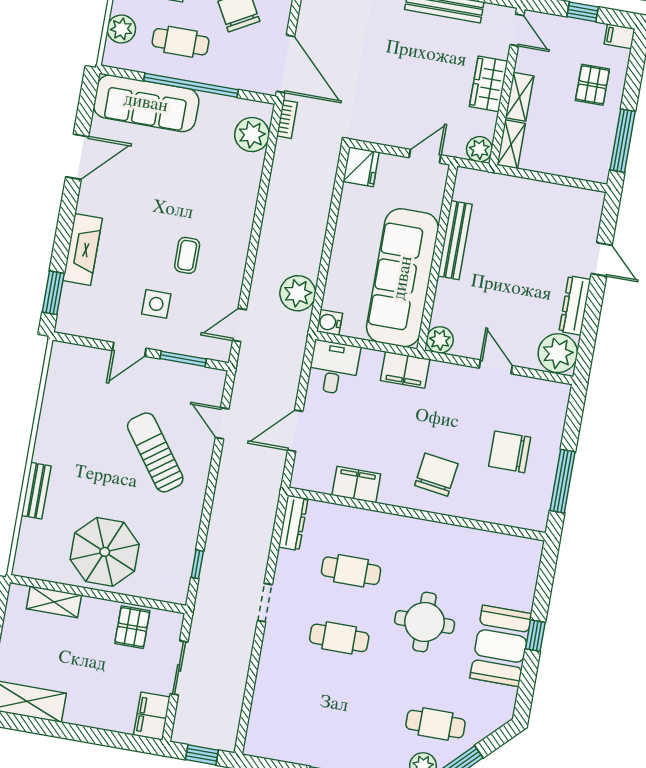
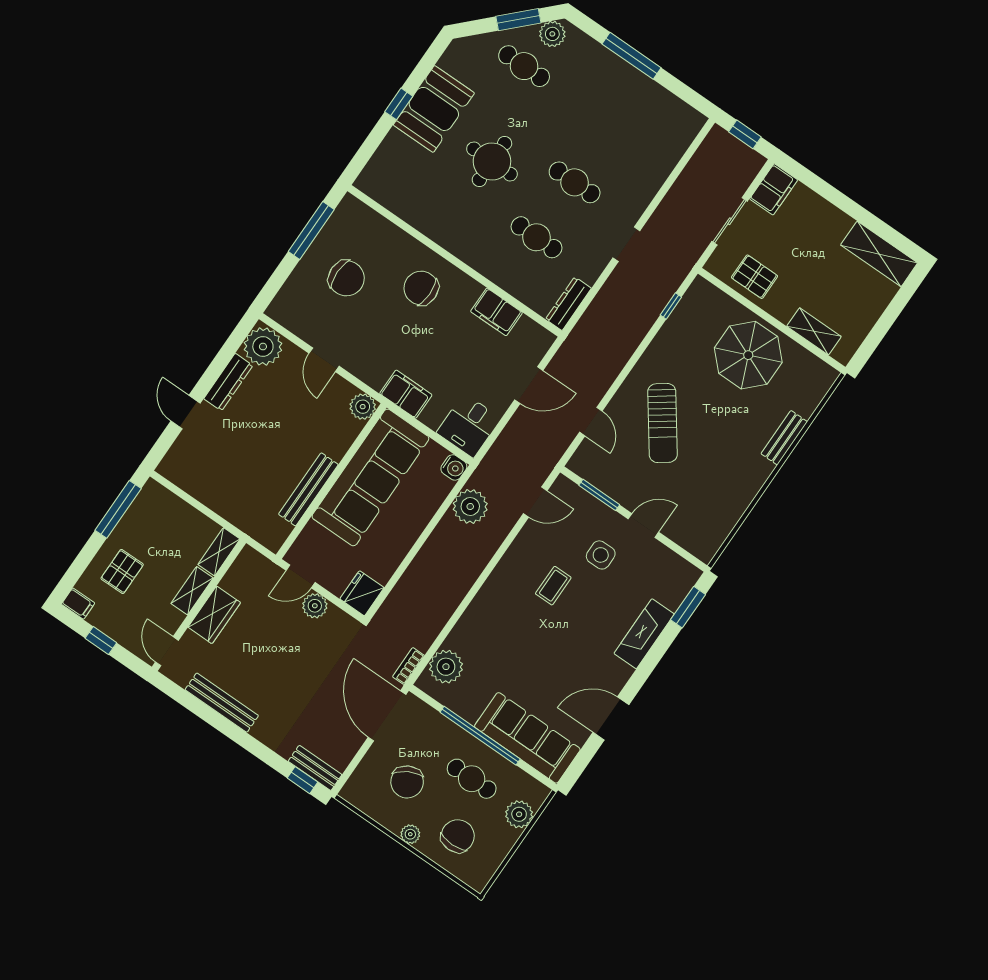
plant: (479, 149) -> (315, 606), moved
chair: (436, 475) -> (421, 288), turned 82
pallet: (132, 627) -> (755, 277), turned 90

